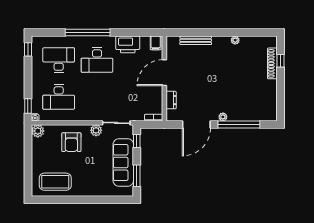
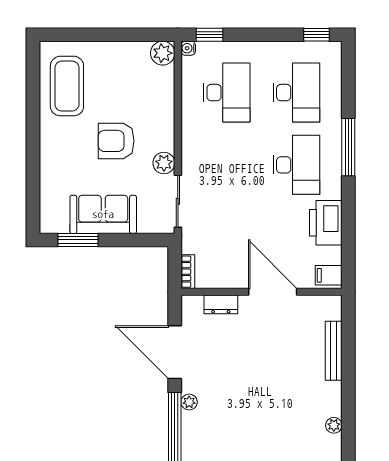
window: (88, 33) -> (348, 147), width x0.68
desk: (97, 60) -> (296, 165), turned 180
desk: (59, 97) -> (227, 93), turned 180
window: (137, 141) -> (144, 240), removed
armchair: (71, 142) -> (116, 141), moved
sofa: (123, 163) -> (103, 214), width x0.73

